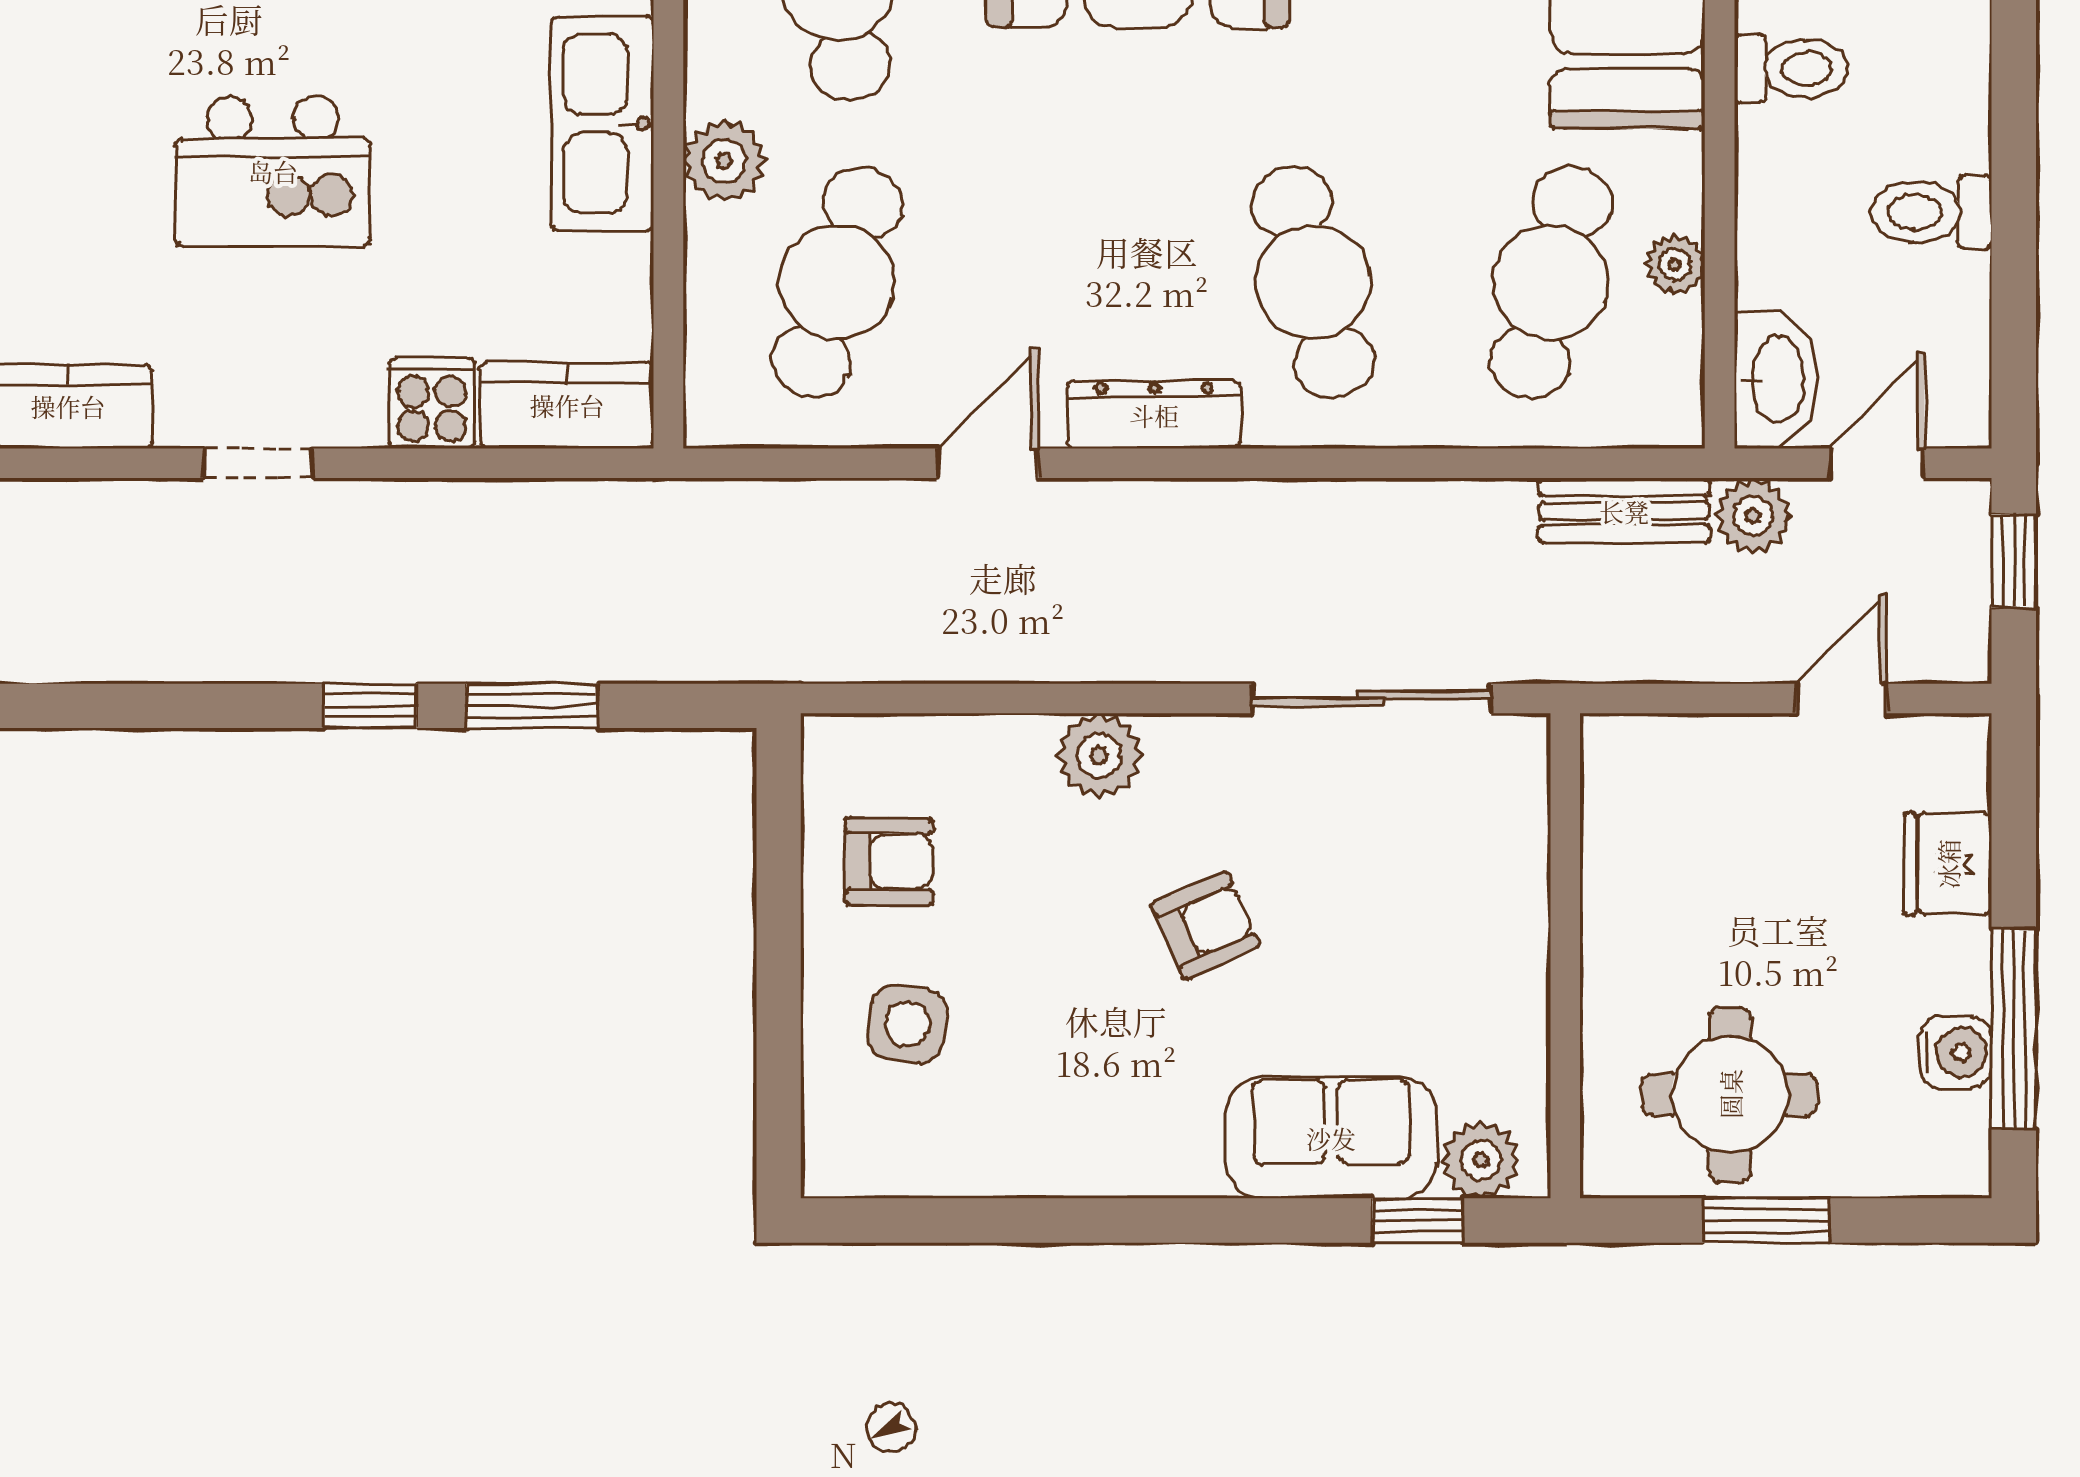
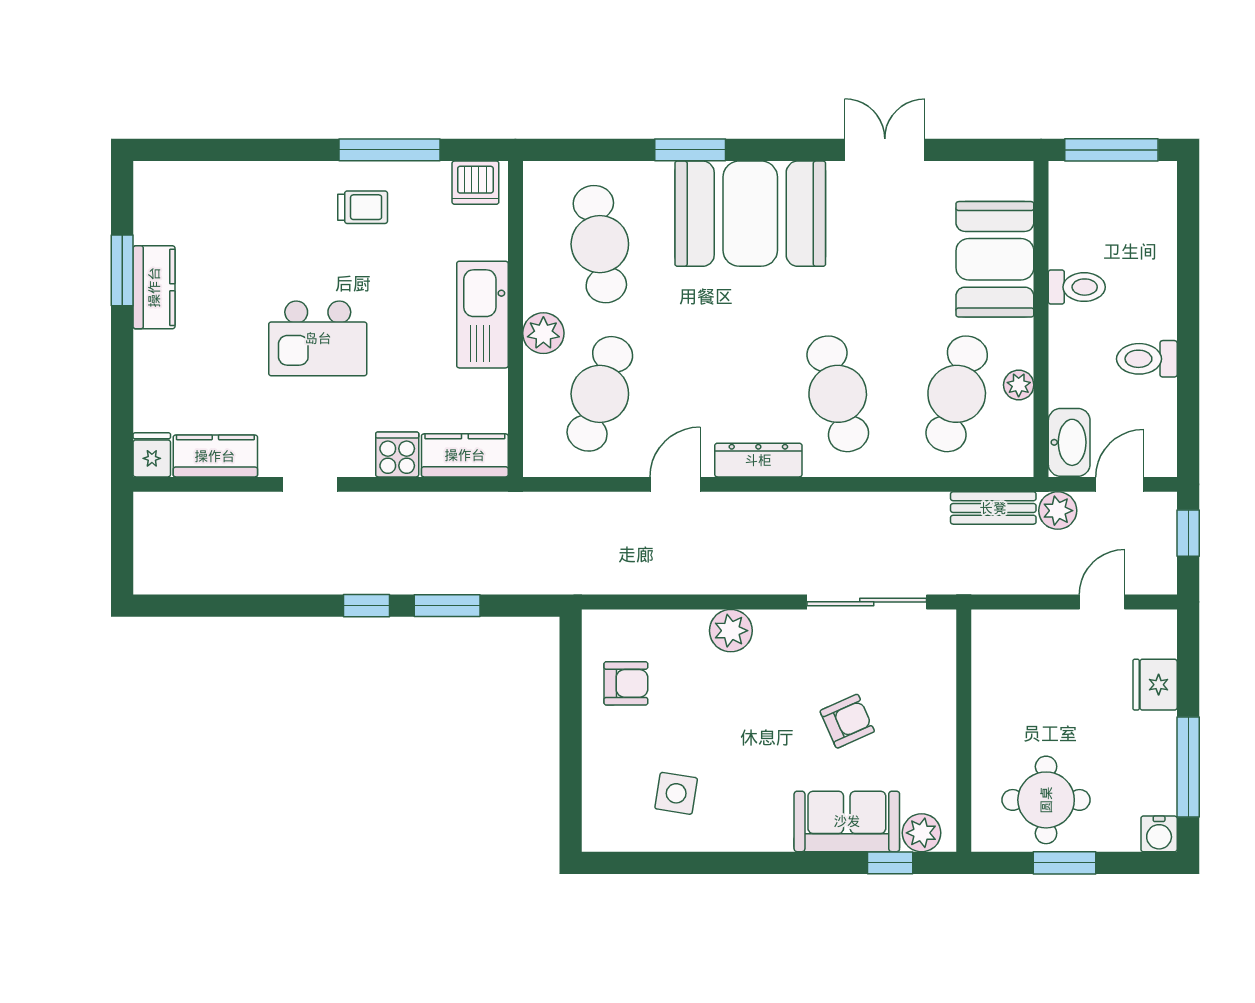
armchair: (1206, 926) -> (847, 721), moved
side table: (907, 1024) -> (676, 793), moved
water cooler: (1956, 1052) -> (1159, 834), moved, turned 90

